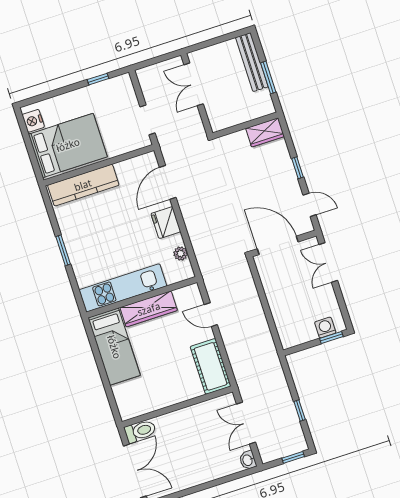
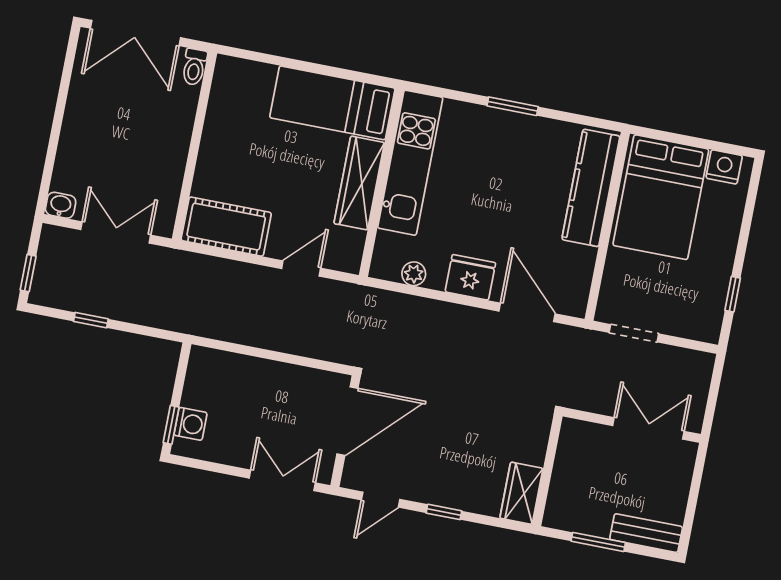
bench: (252, 62) -> (646, 533), width x0.73
toilet: (140, 431) -> (194, 67), width x0.73, depth x0.72

